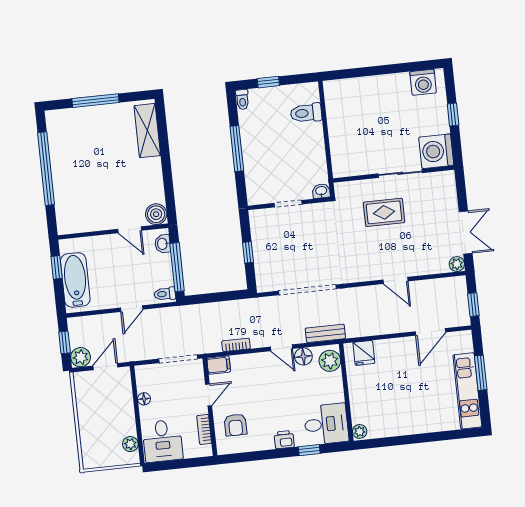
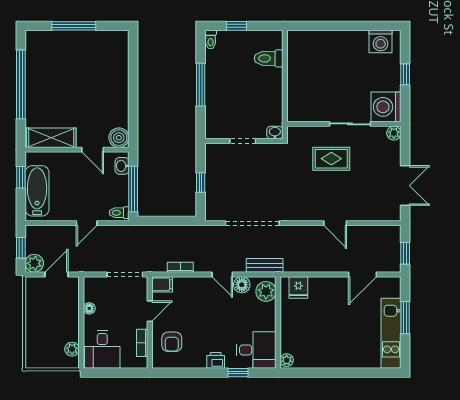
shelving: (147, 131) -> (51, 138), moved, turned 90
plant: (457, 264) -> (394, 133), moved

